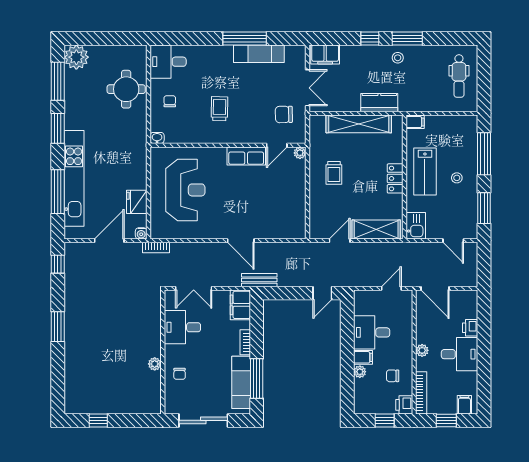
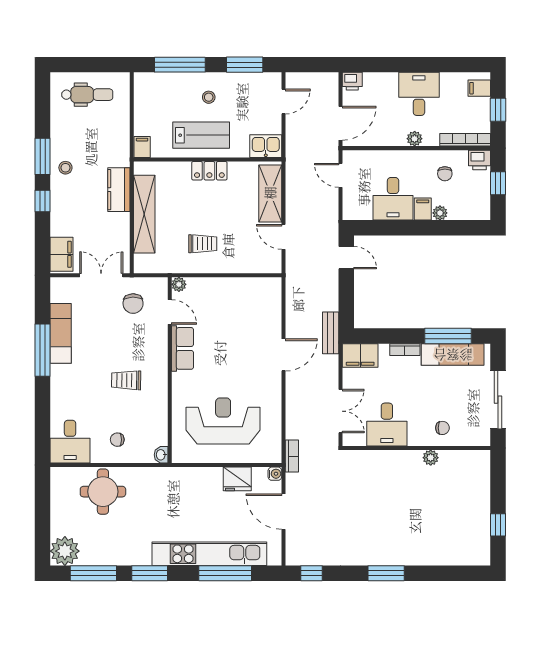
printer: (470, 328) -> (352, 81), moved

